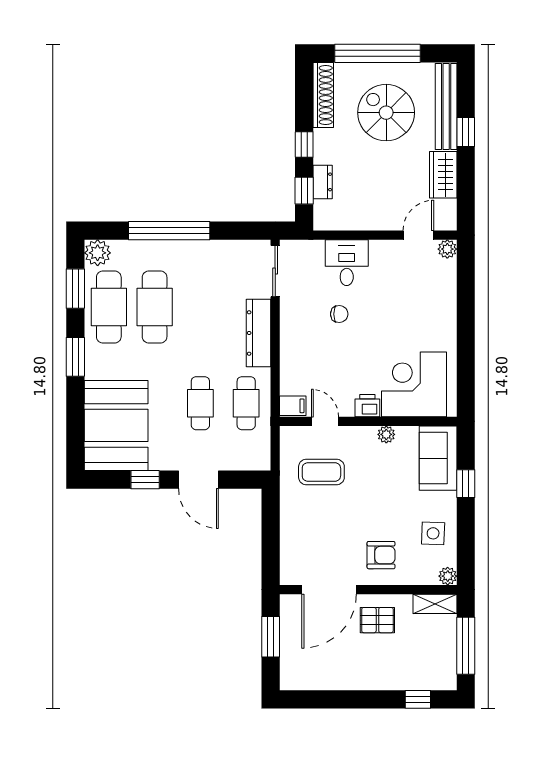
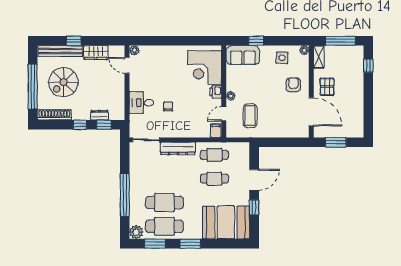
plant: (386, 434) -> (231, 96), moved

